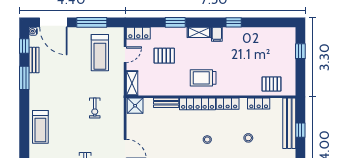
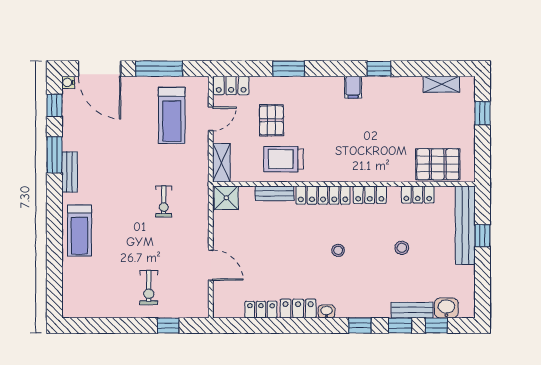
shelving: (199, 32) -> (441, 84), moved
pallet: (164, 56) -> (271, 120), turned 90
bench: (34, 60) -> (70, 172), moved
trolley: (203, 78) -> (284, 159), moved
pallet: (272, 84) -> (438, 164), width x1.50, depth x1.42

